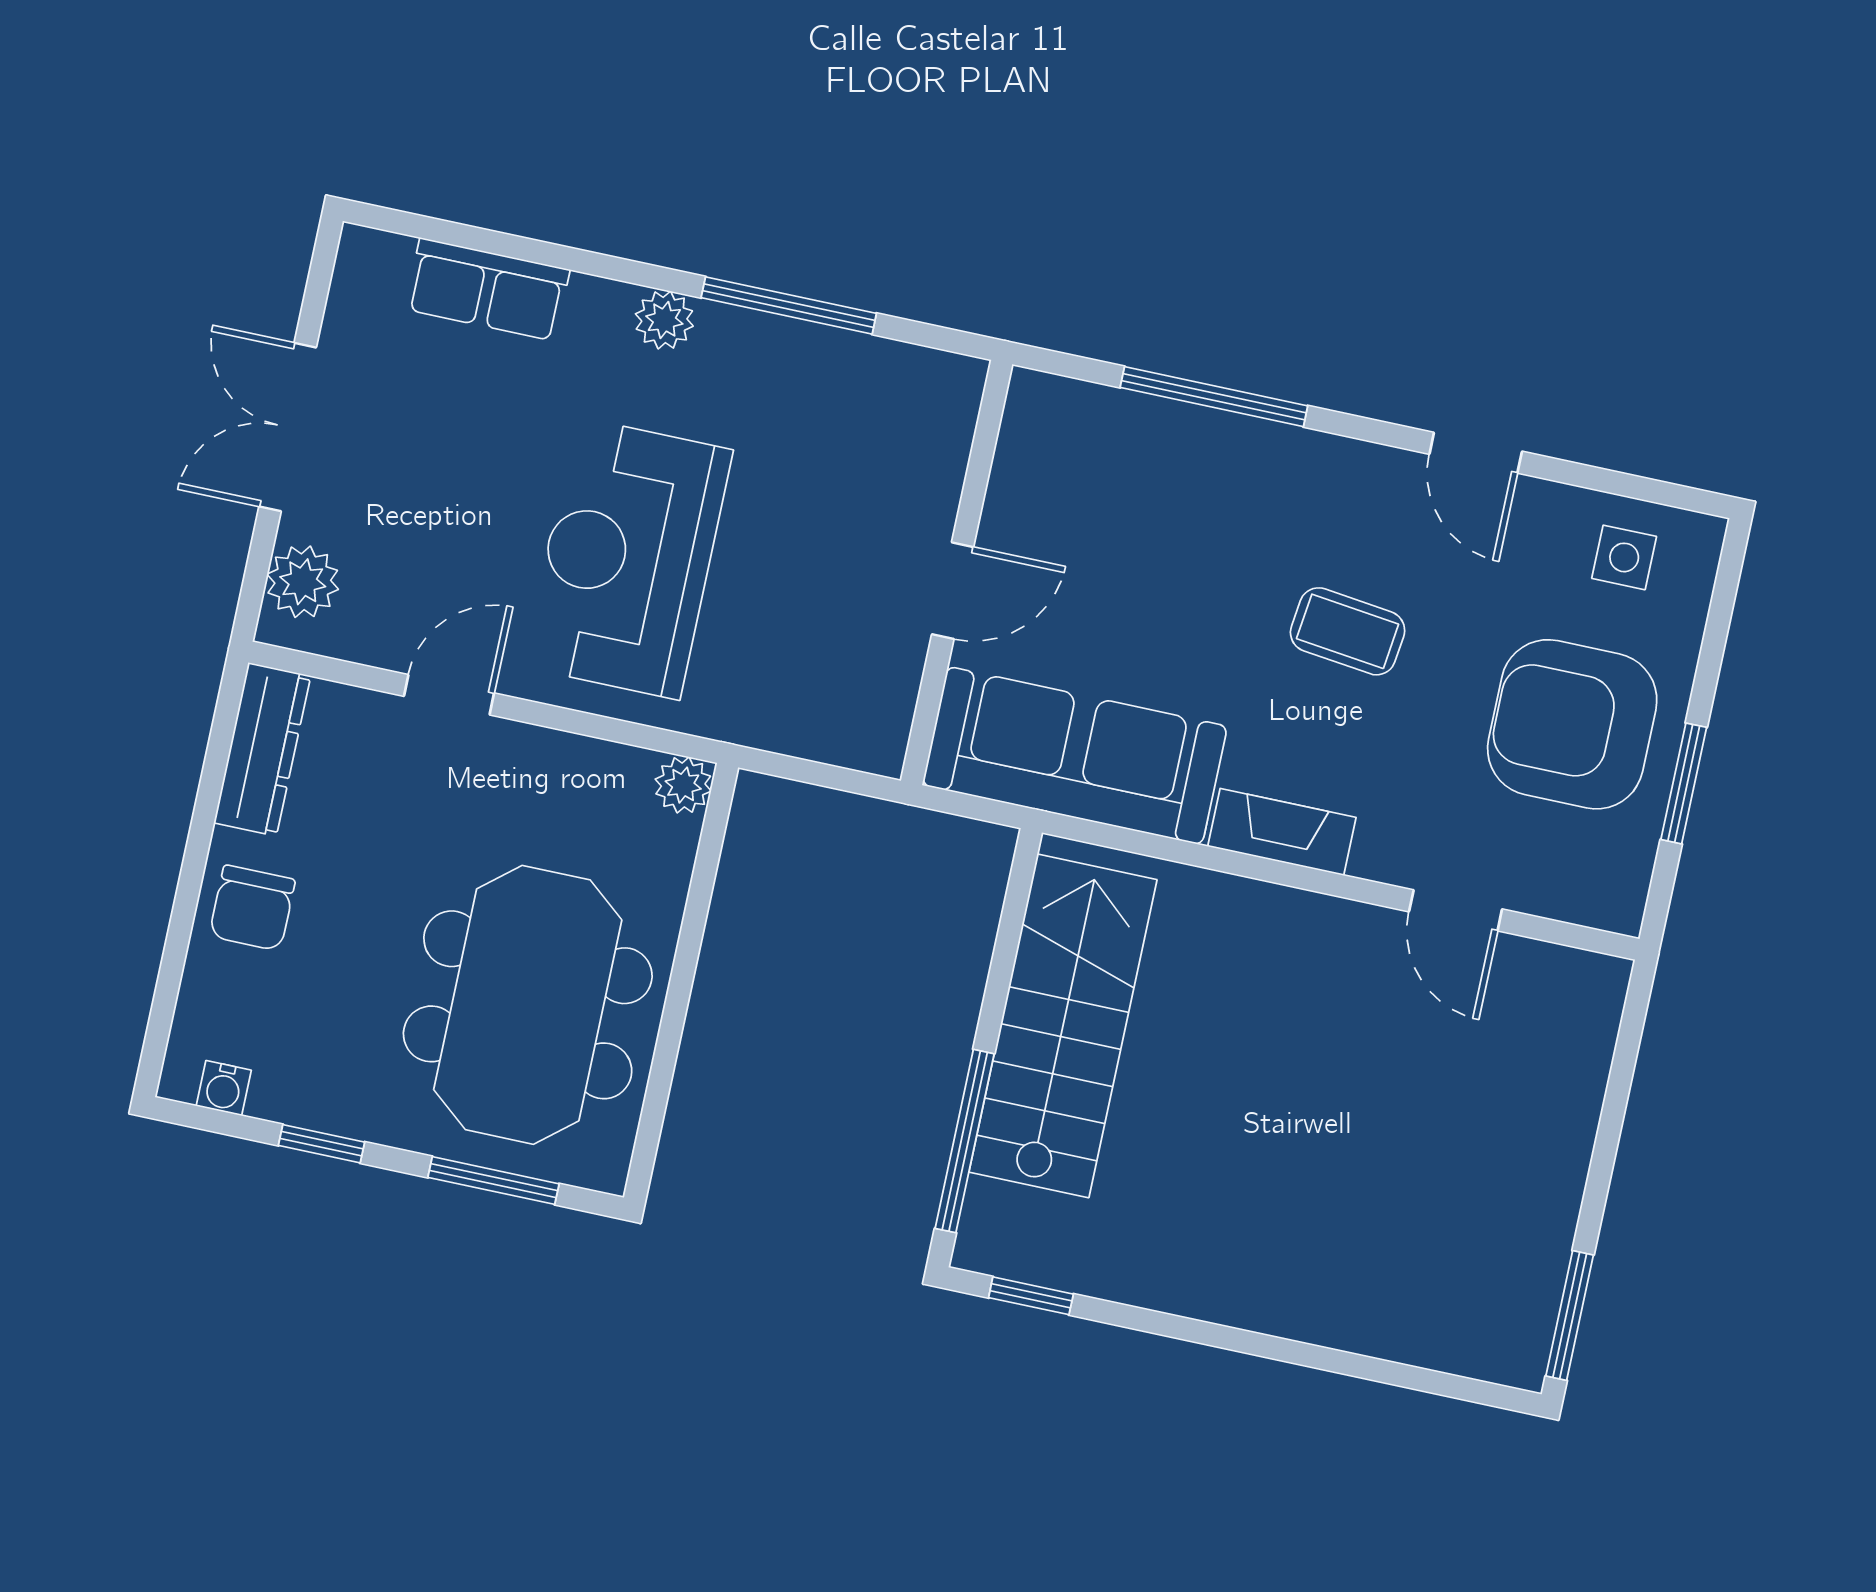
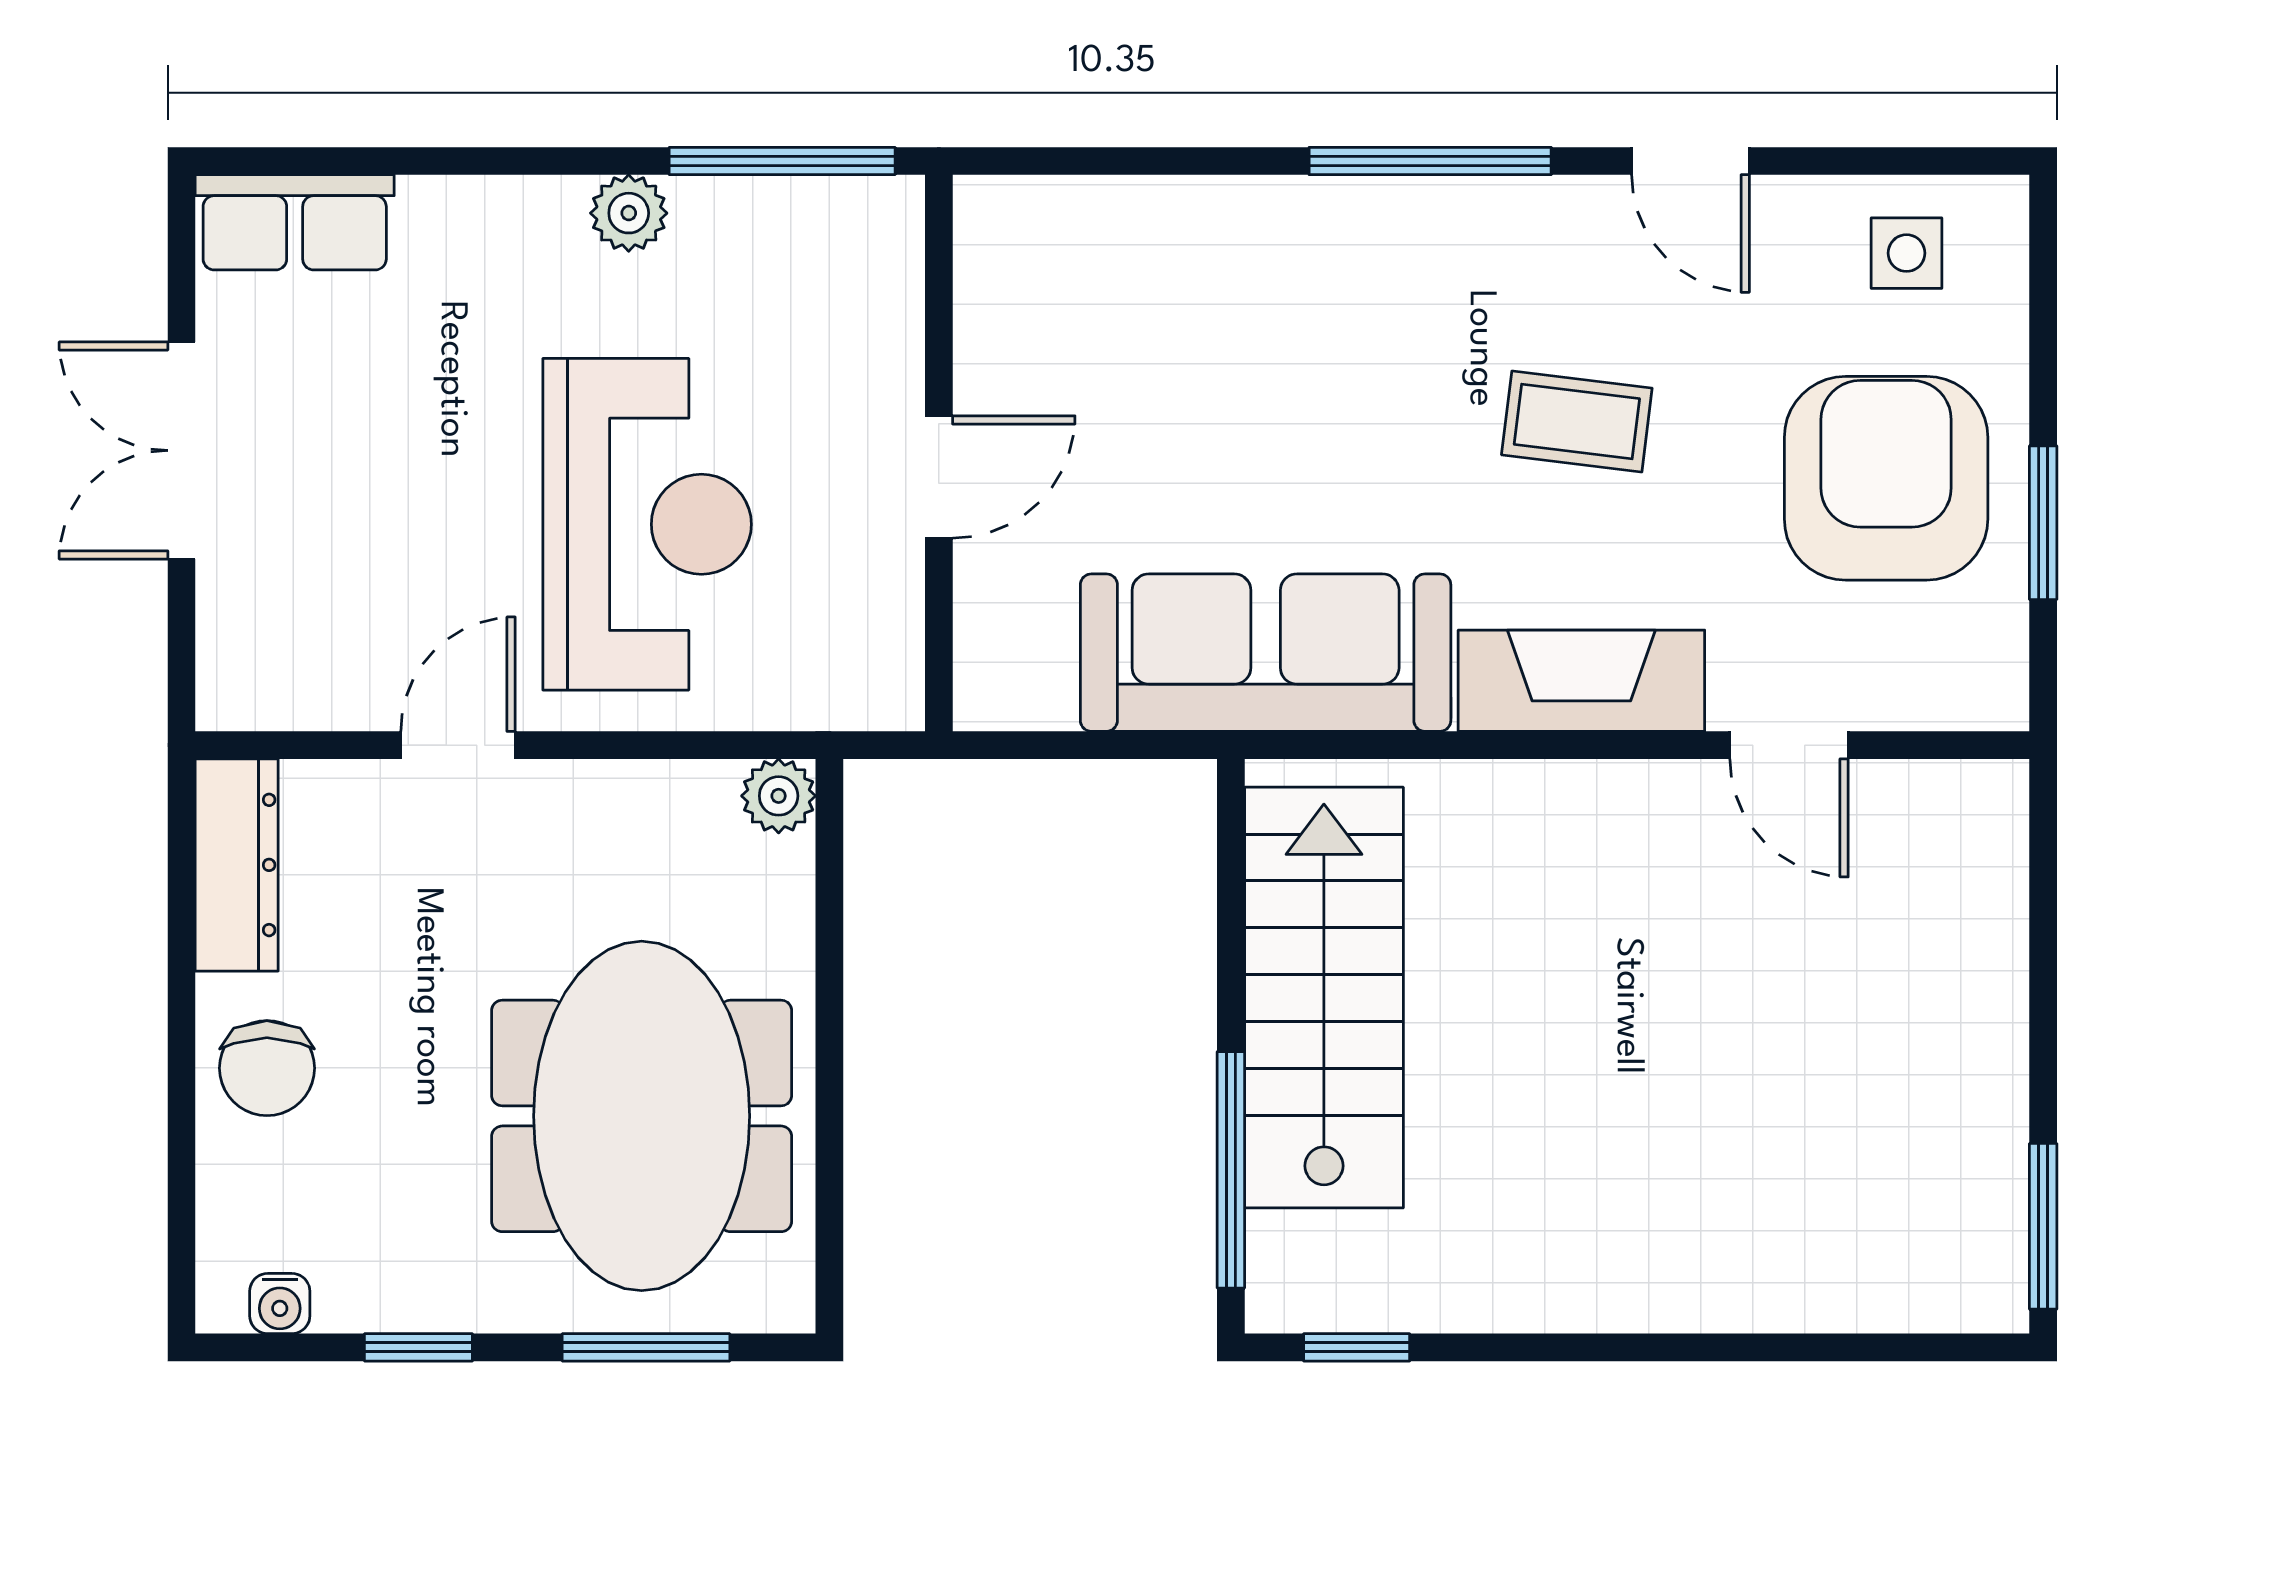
row of seats: (487, 289) -> (295, 222), moved
window: (1214, 397) -> (1430, 161), moved
reception desk: (628, 558) -> (647, 524), turned 180
wall: (957, 572) -> (939, 453), moved
plant: (303, 582) -> (242, 642), removed
door: (953, 591) -> (939, 477), moved
armchair: (1572, 724) -> (1886, 478), turned 90
fireplace: (1282, 832) -> (1581, 681), width x1.37, depth x1.32

